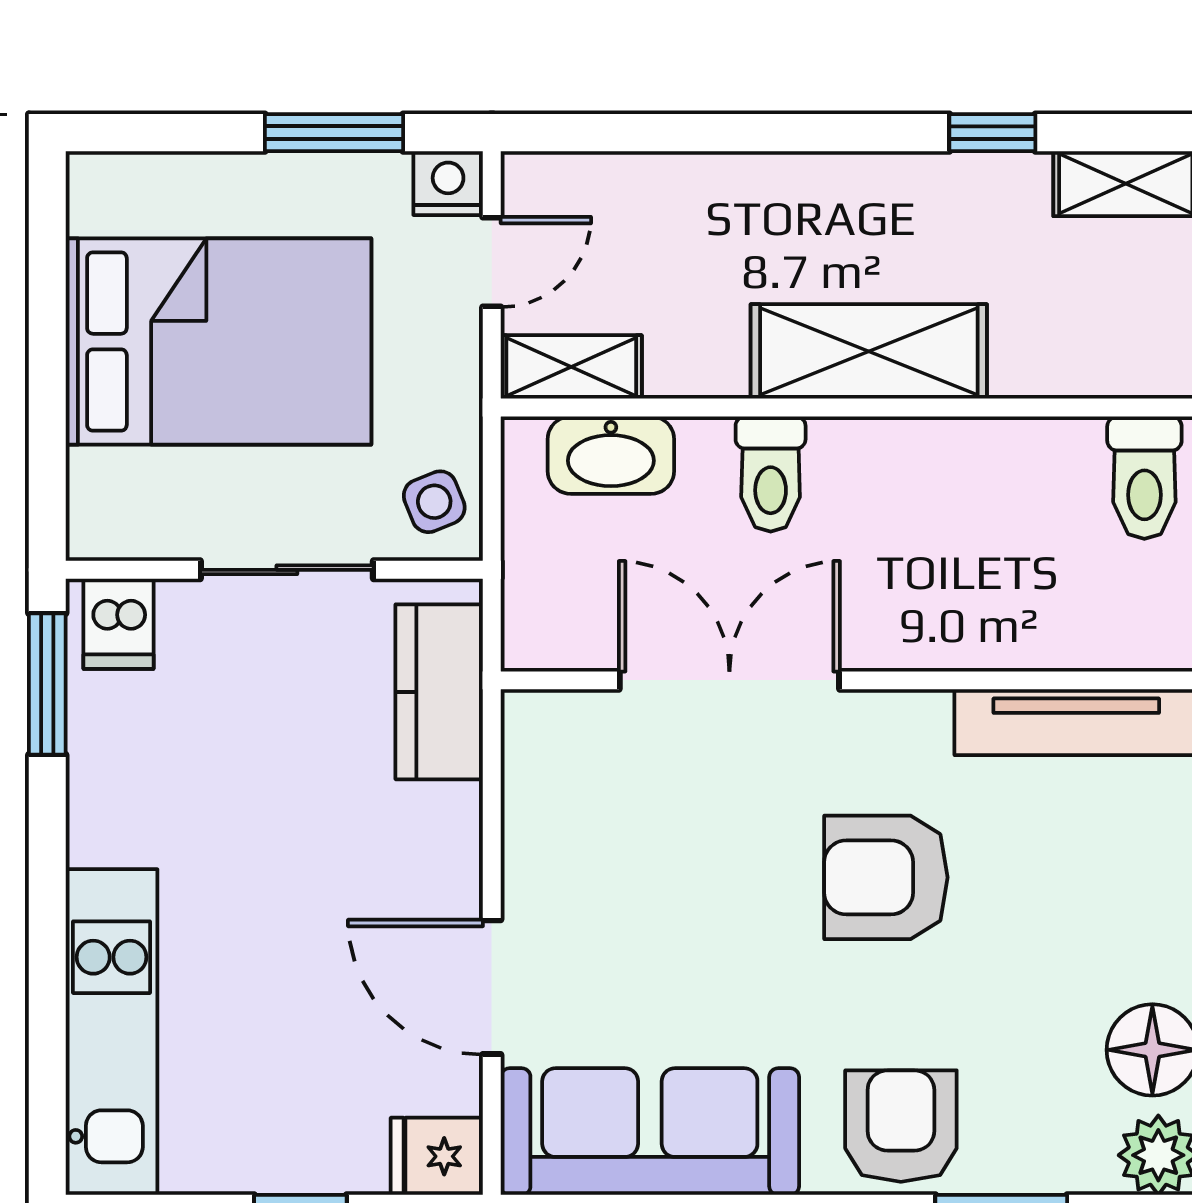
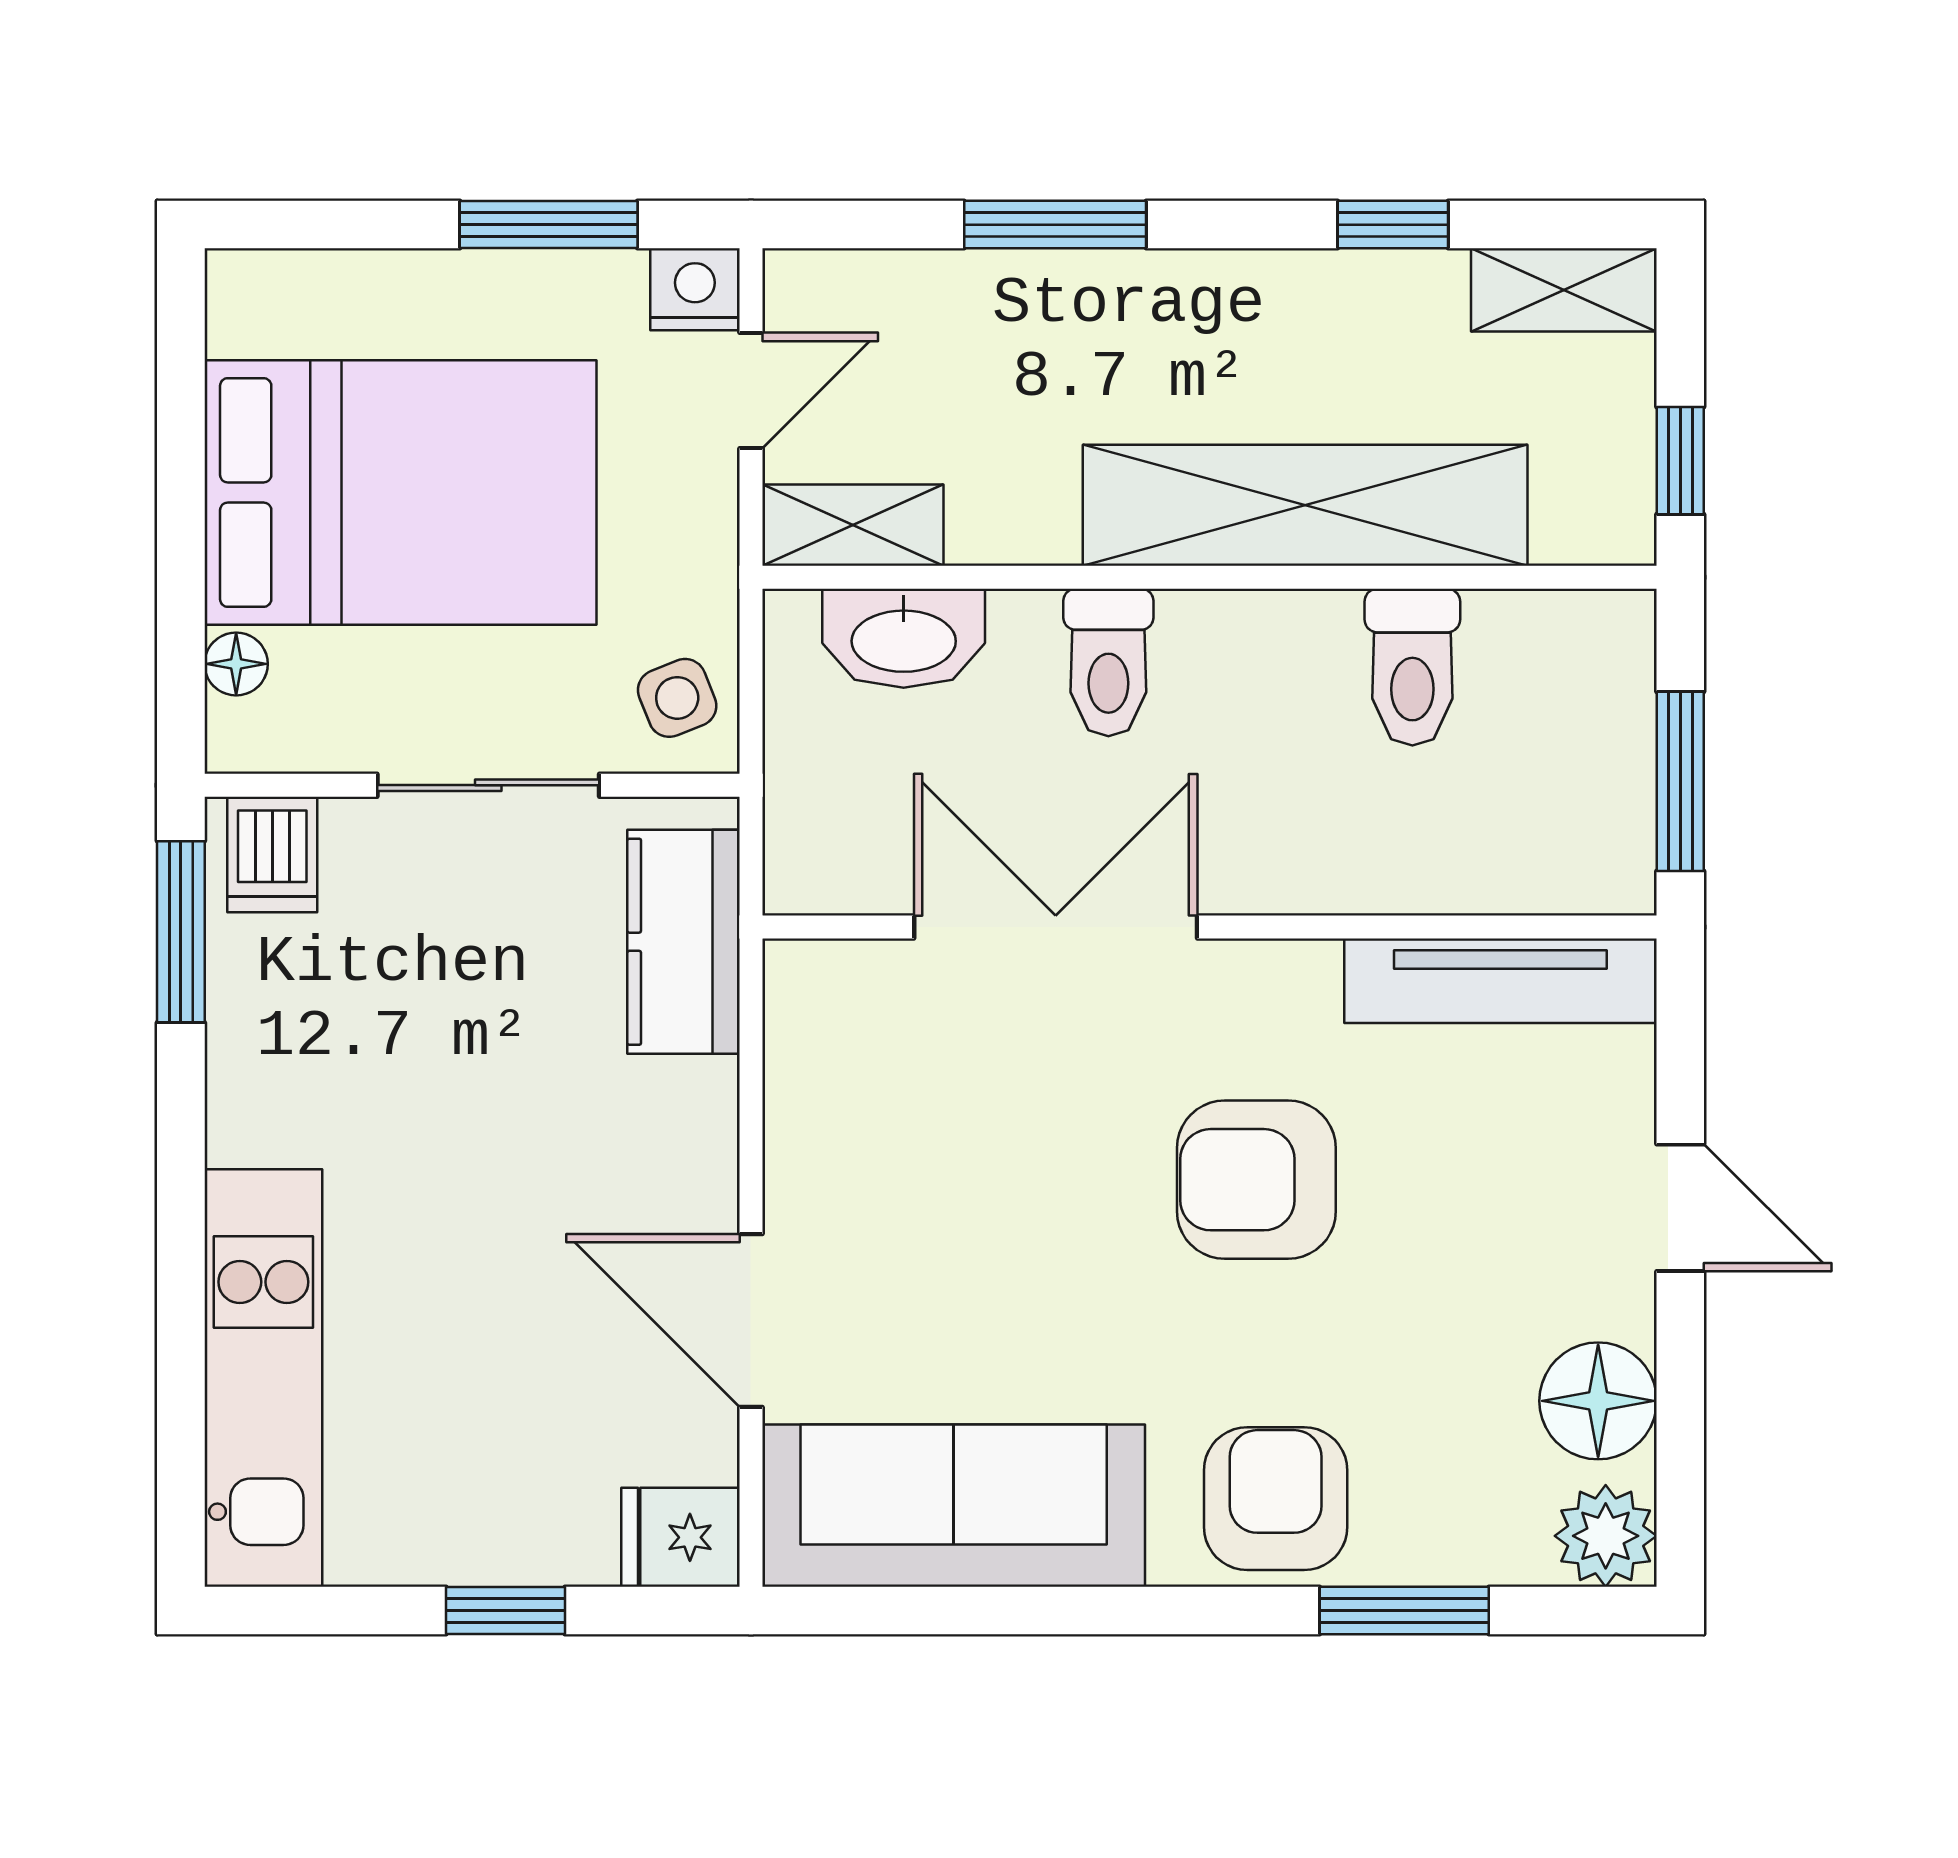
window: (729, 133) -> (1055, 225), added
shelving: (869, 351) -> (1305, 505), width x1.47
floor lamp: (90, 475) -> (236, 664), added
toilet: (1144, 478) -> (1412, 667), moved

